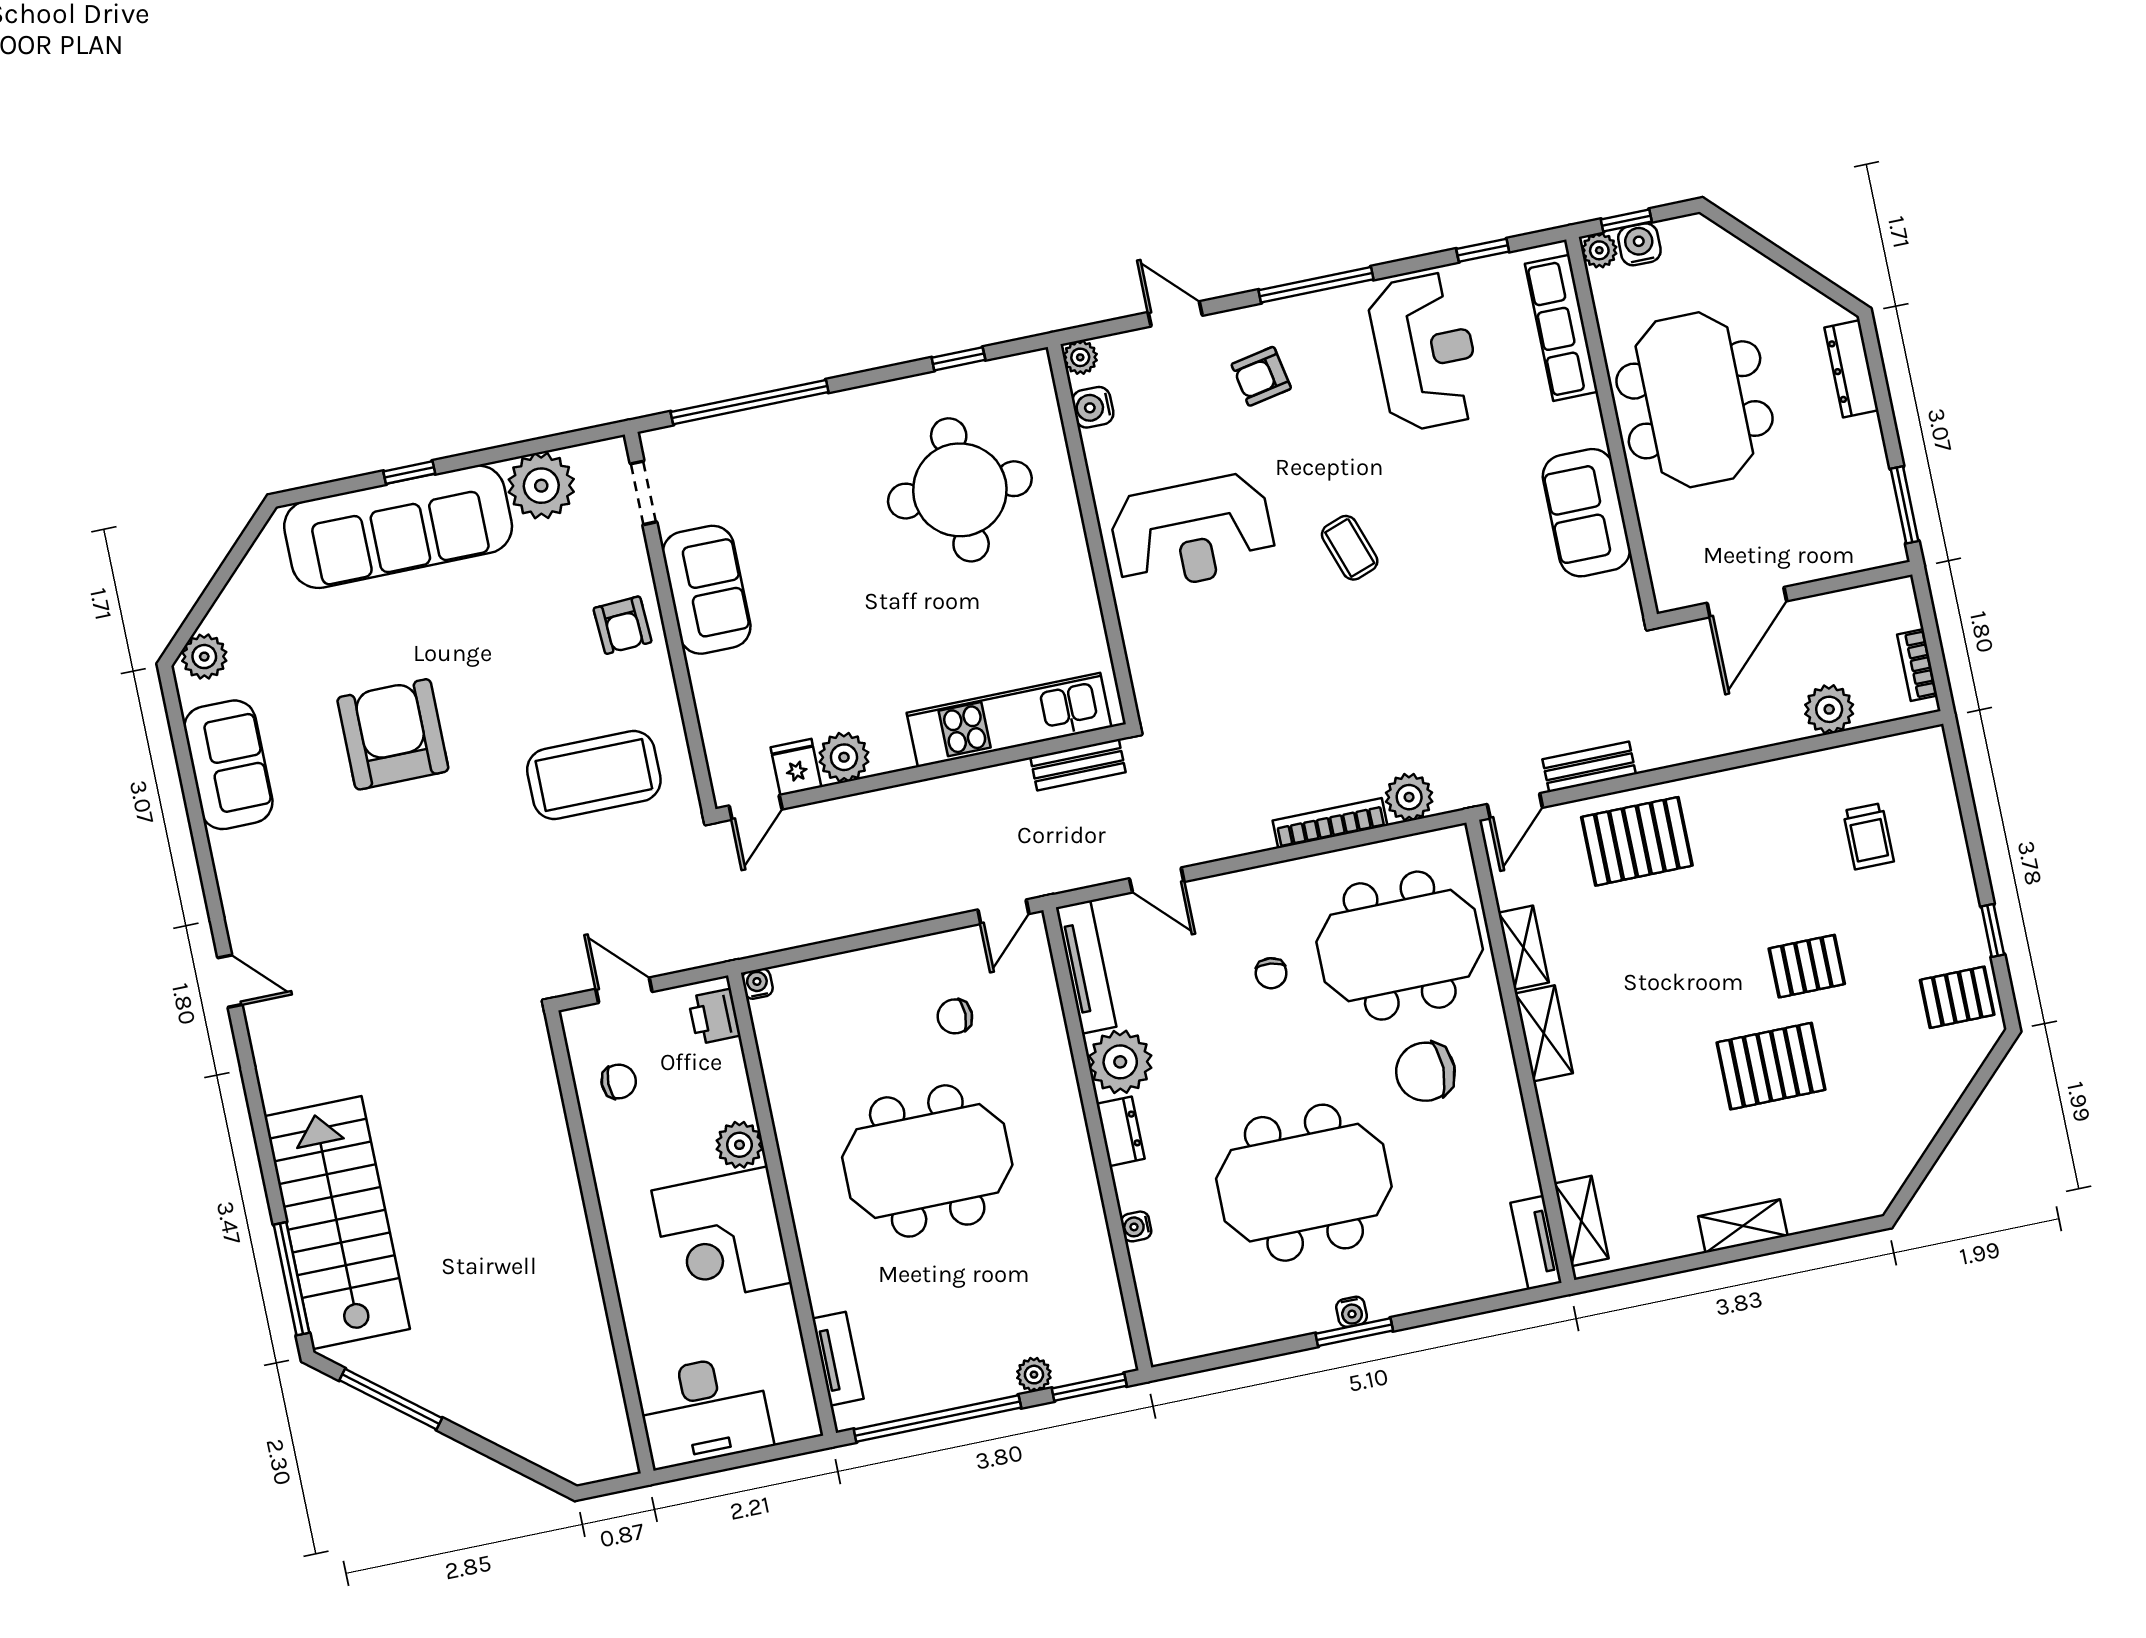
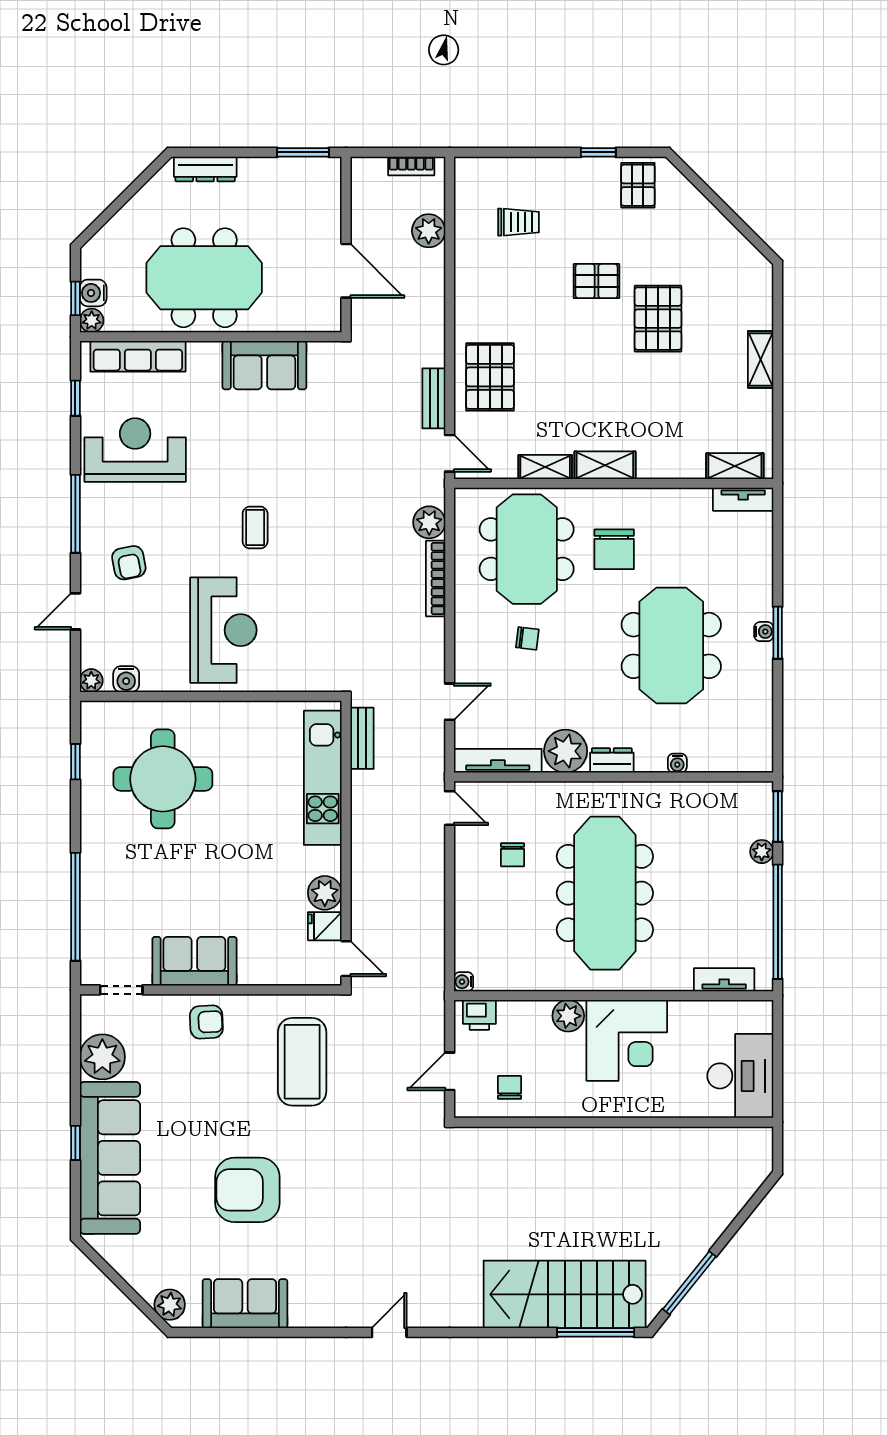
coffee table: (1350, 548) -> (255, 528), turned -71
pallet: (1807, 966) -> (597, 281), turned 90
meeting table: (927, 1161) -> (605, 893), width x1.36

